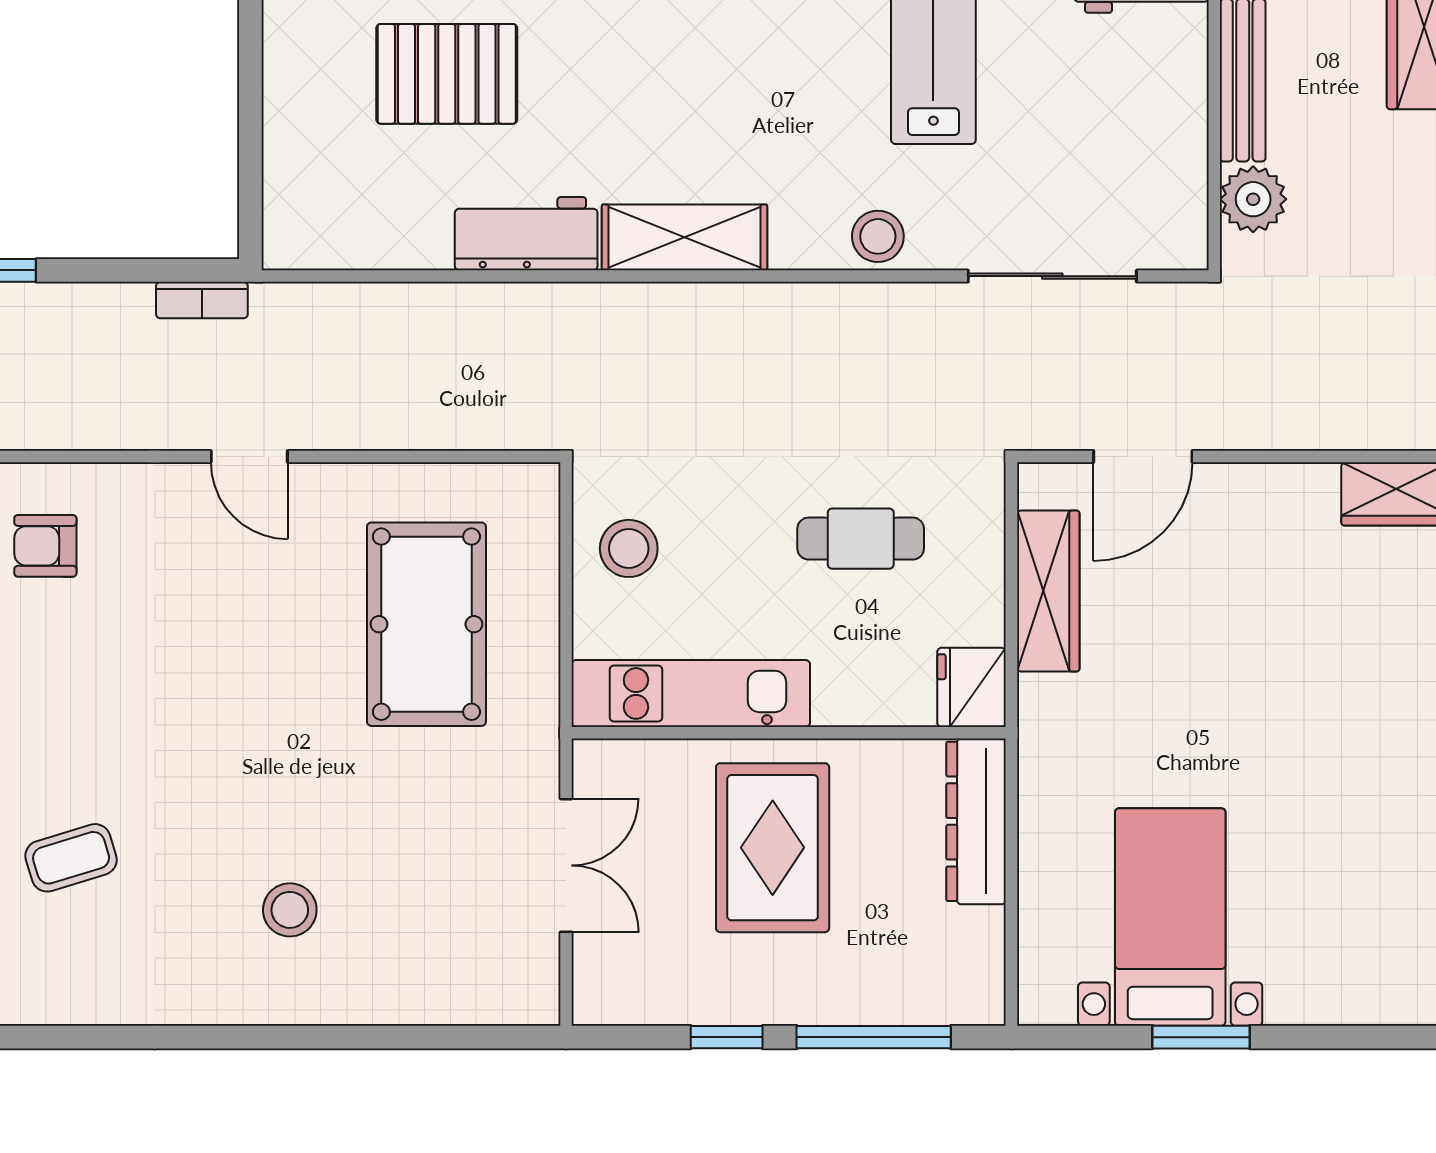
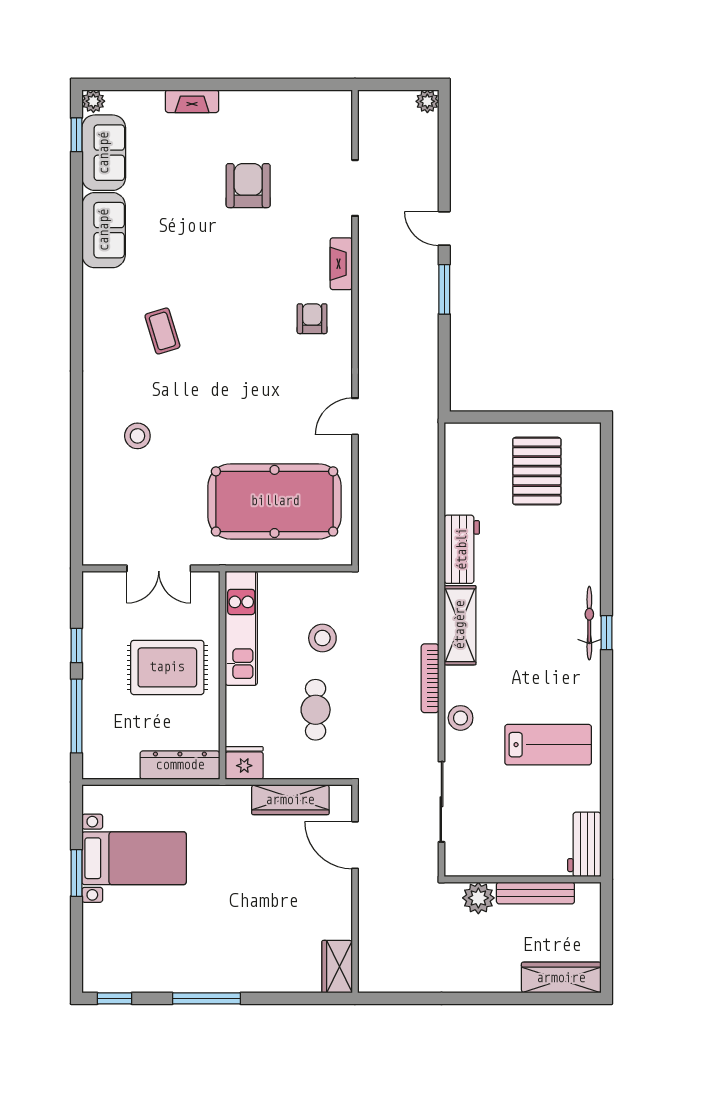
pallet: (447, 74) -> (537, 471), moved
bookcase: (202, 300) -> (430, 678), moved, width x1.56
stool: (629, 548) -> (322, 638), moved
pool table: (426, 624) -> (275, 501), width x1.36, depth x1.32

